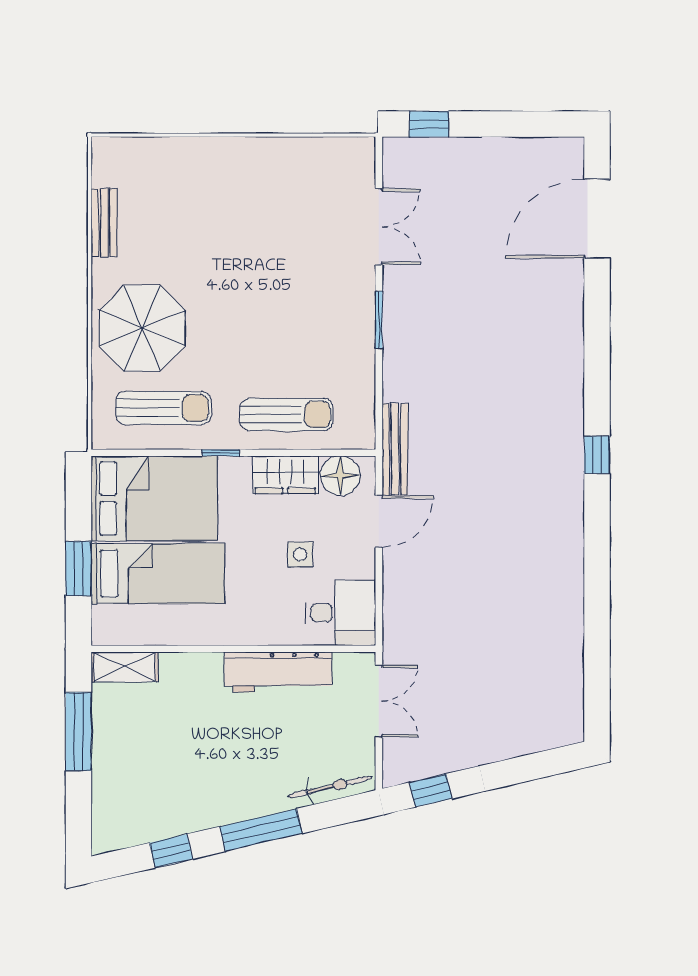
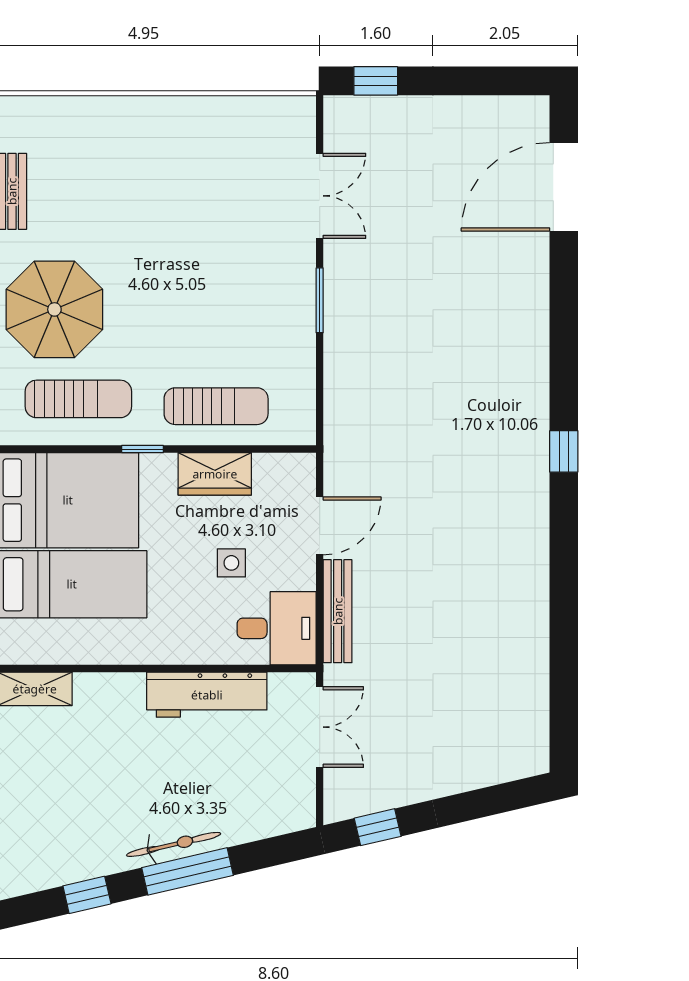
bench: (395, 449) -> (338, 611), moved
floor lamp: (340, 476) -> (276, 475), removed
bicycle: (330, 787) -> (174, 844), moved

